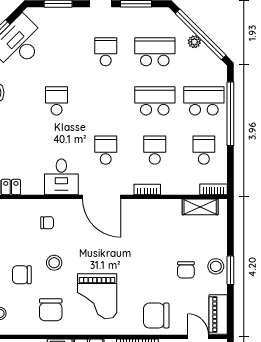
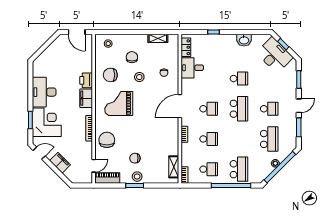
school desk: (155, 101) -> (239, 109), moved
desk: (61, 177) -> (192, 68), moved

